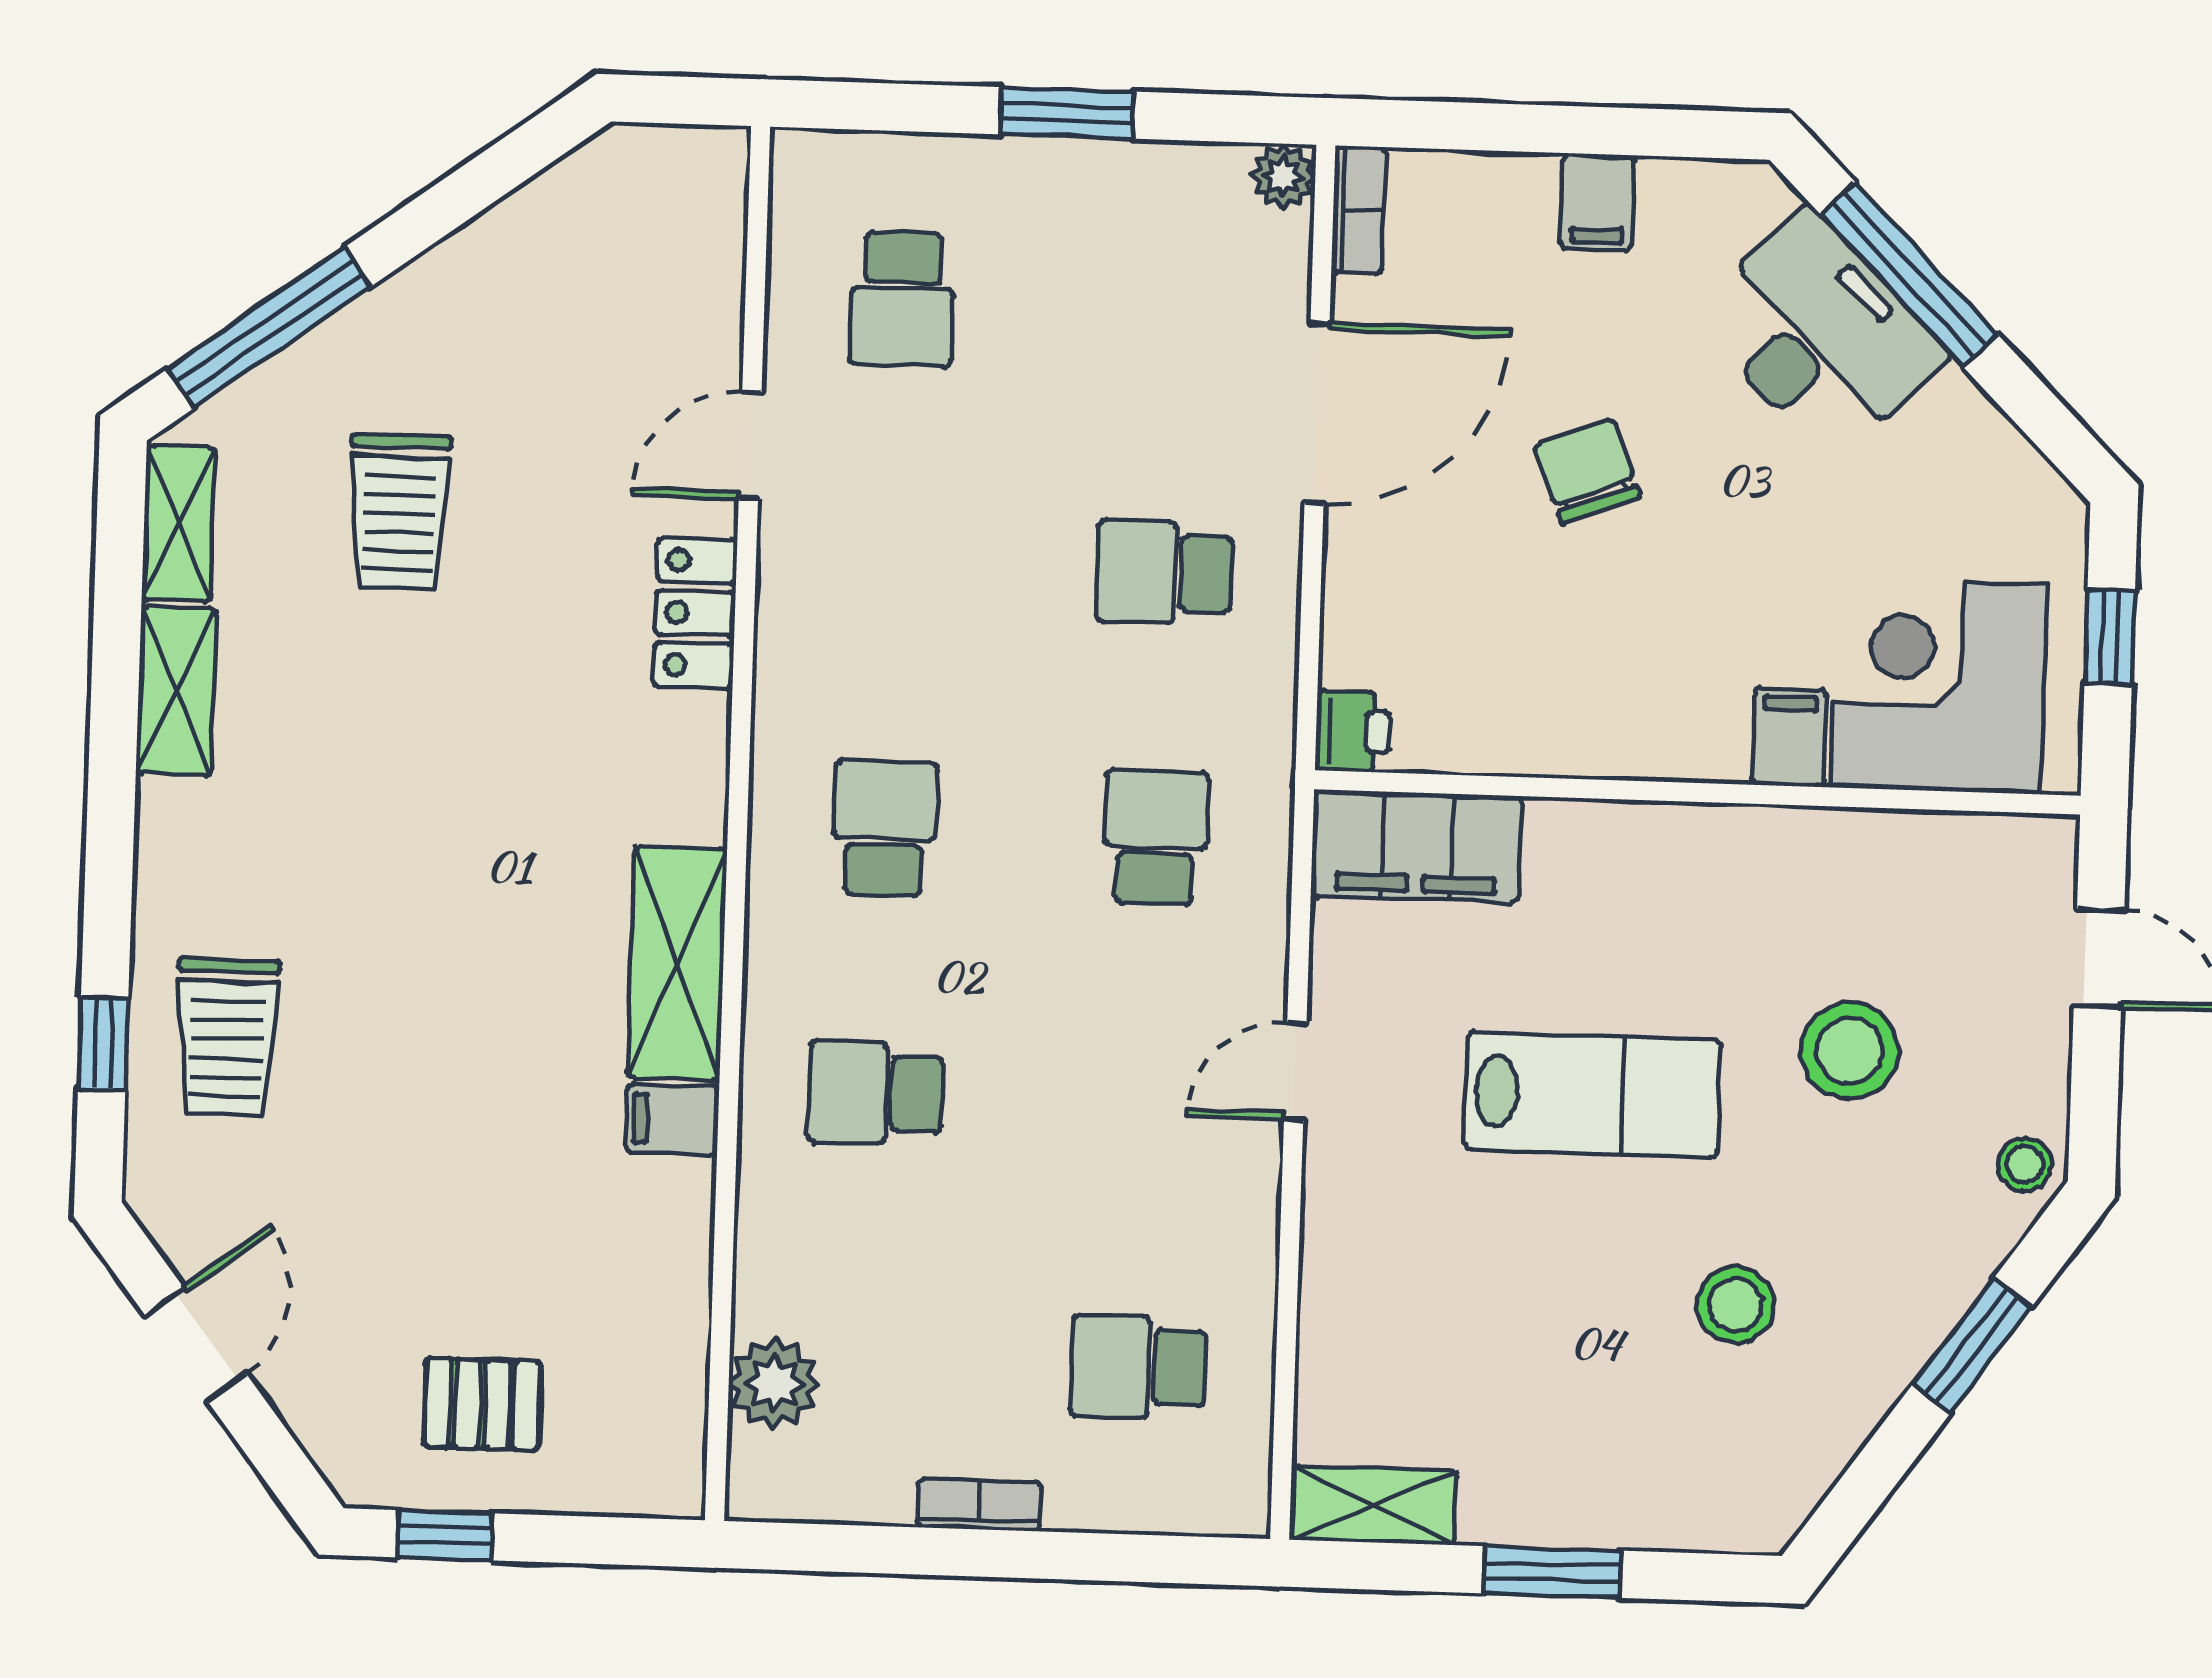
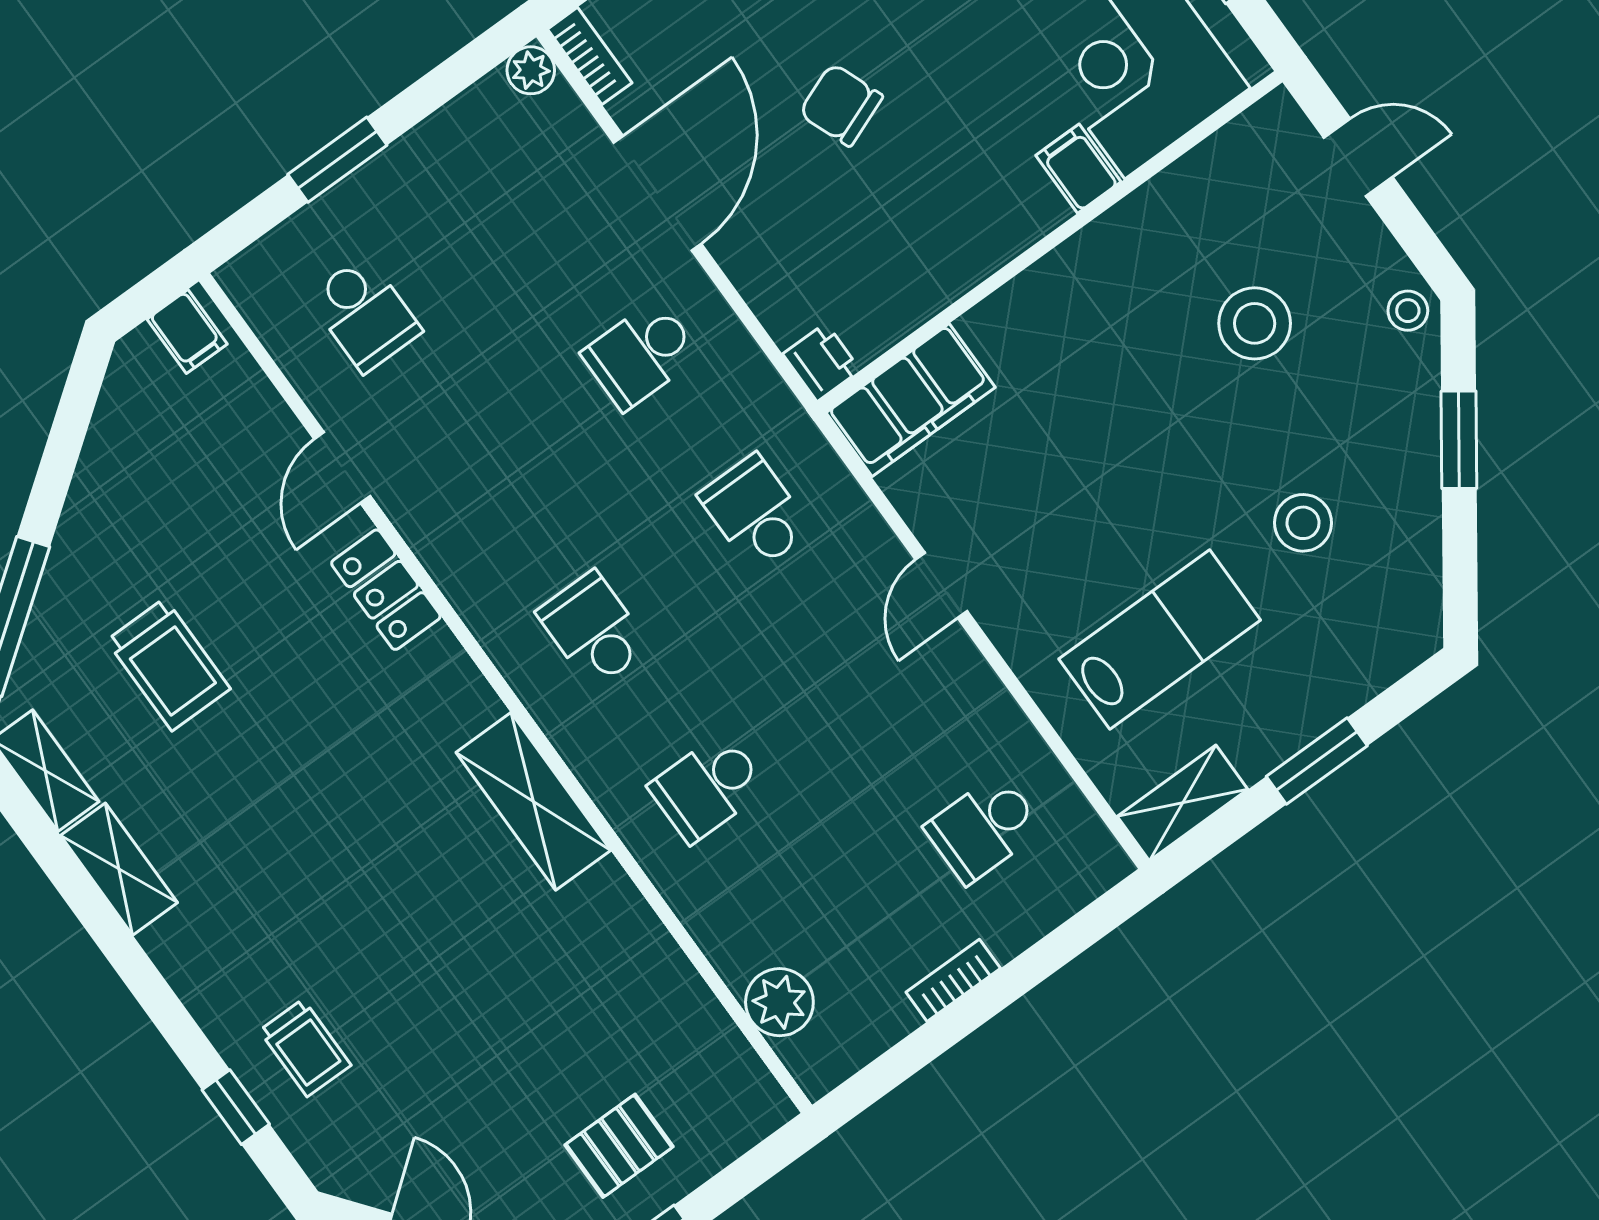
window: (1067, 113) -> (337, 160), moved
trolley: (227, 1038) -> (305, 1048), width x0.73, depth x0.72
lab bench: (1593, 1094) -> (1160, 639), moved
filing cabinet: (672, 1119) -> (187, 332), moved, turned -90

